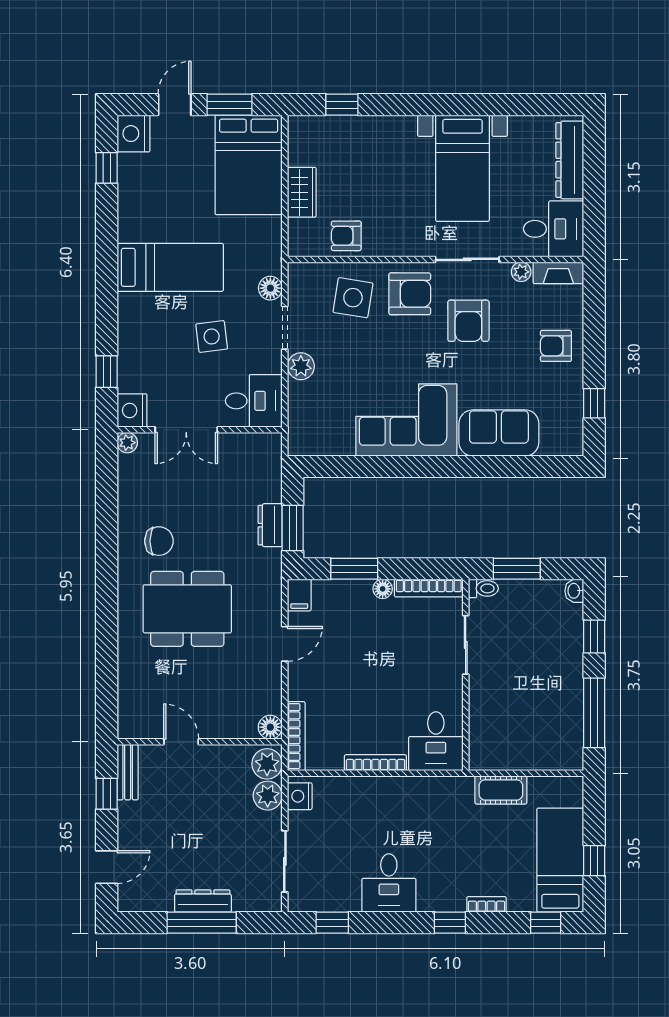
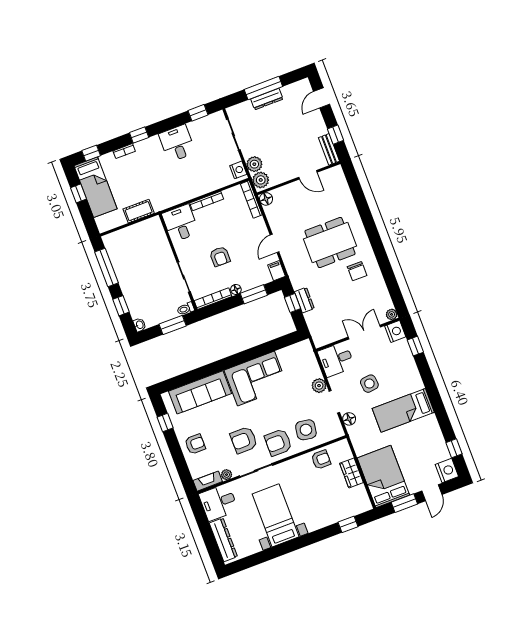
armchair: (468, 321) -> (244, 440), turned -90
sofa: (499, 433) -> (200, 392), width x1.36
window: (293, 528) -> (293, 303), width x0.67
chair: (159, 541) -> (357, 271), turned -90
armchair: (389, 657) -> (220, 256), added

